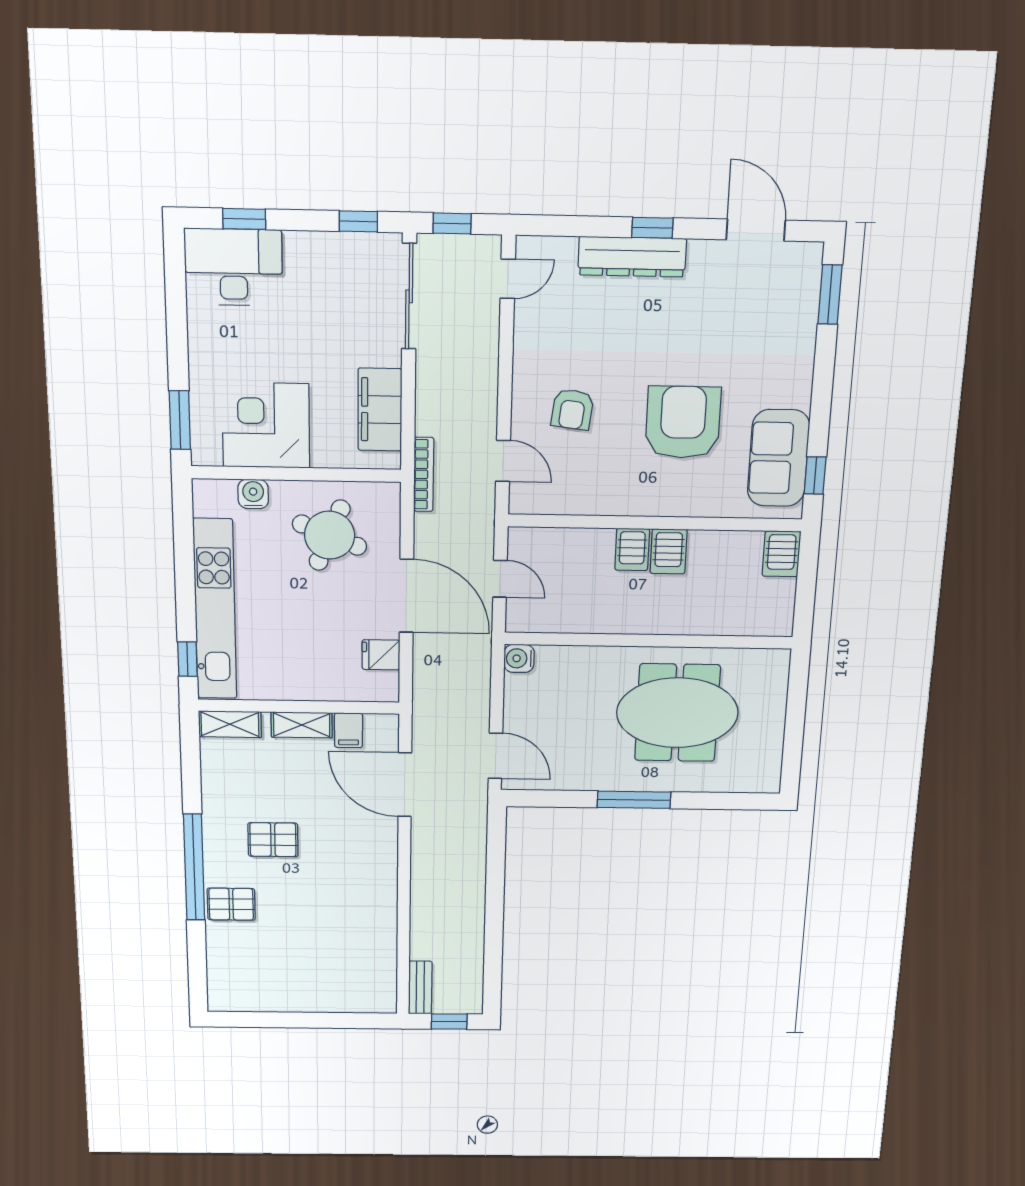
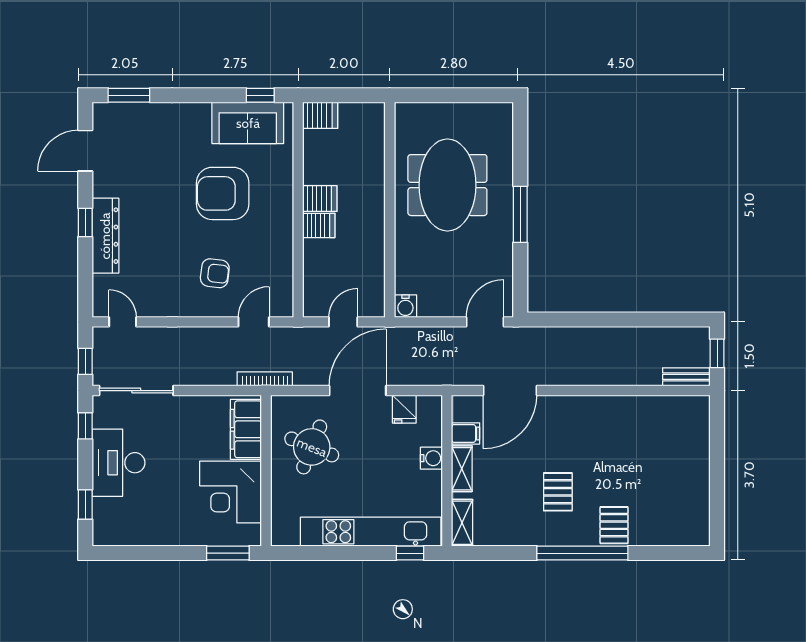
desk: (233, 267) -> (118, 463), moved
filing cabinet: (380, 410) -> (246, 429), moved, turned 90
water cooler: (253, 494) -> (431, 458), moved, turned 180

